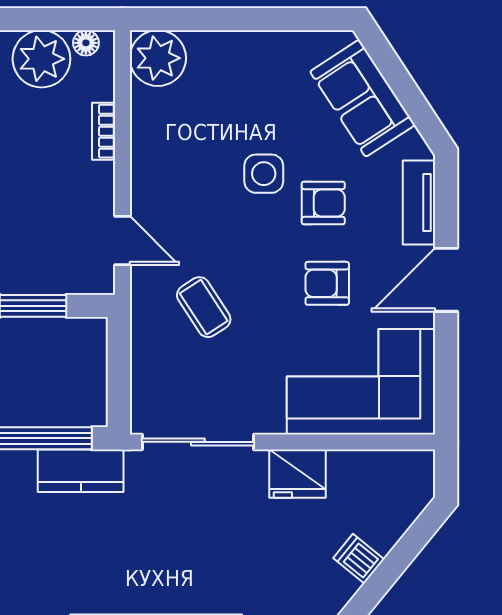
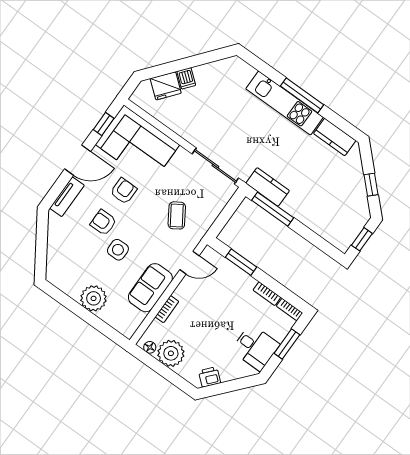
plant: (158, 58) -> (94, 298), moved
sofa: (362, 98) -> (150, 288), moved, turned -147
door: (122, 241) -> (189, 263), swing flipped
armchair: (327, 283) -> (124, 191), turned -90
window: (446, 375) -> (104, 124), added
fridge: (298, 474) -> (166, 86), moved, turned 129

